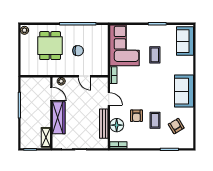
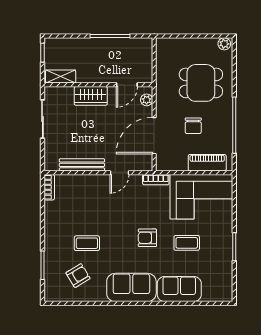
piano: (102, 41) -> (207, 163), added
sofa: (185, 41) -> (179, 289), moved
door: (85, 76) -> (154, 136), width x1.87
armchair: (136, 116) -> (147, 238), moved
wardrobe: (59, 118) -> (91, 96), width x0.67
floor lamp: (117, 125) -> (80, 185), removed

